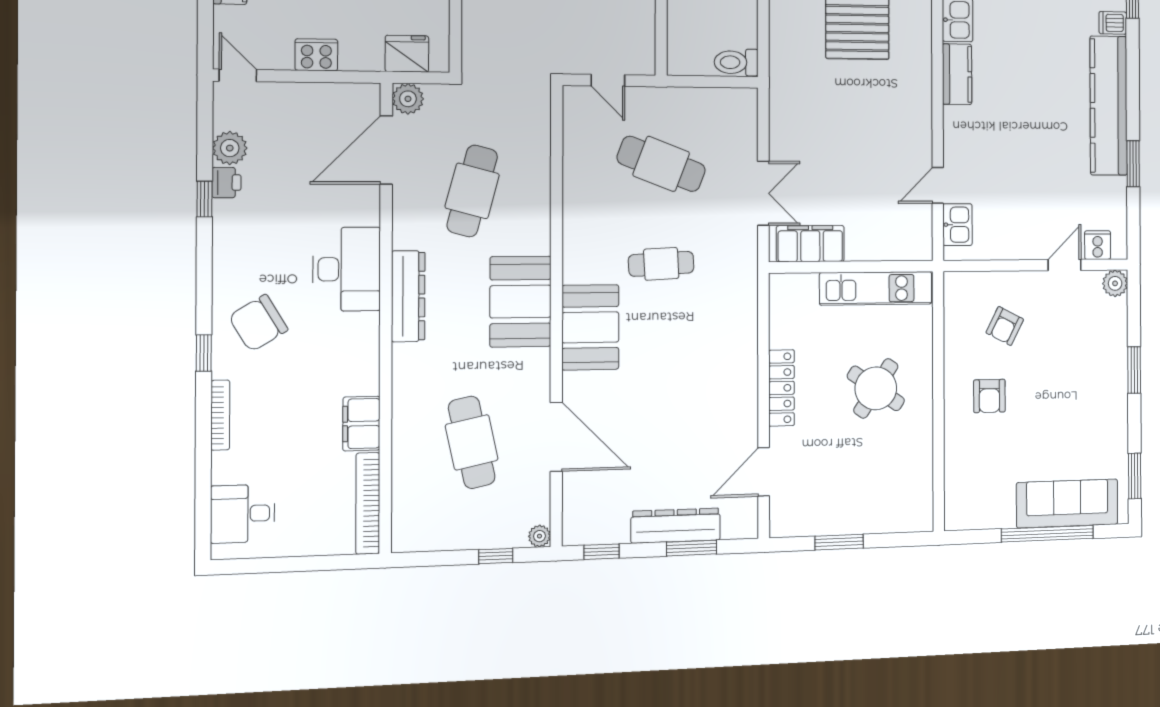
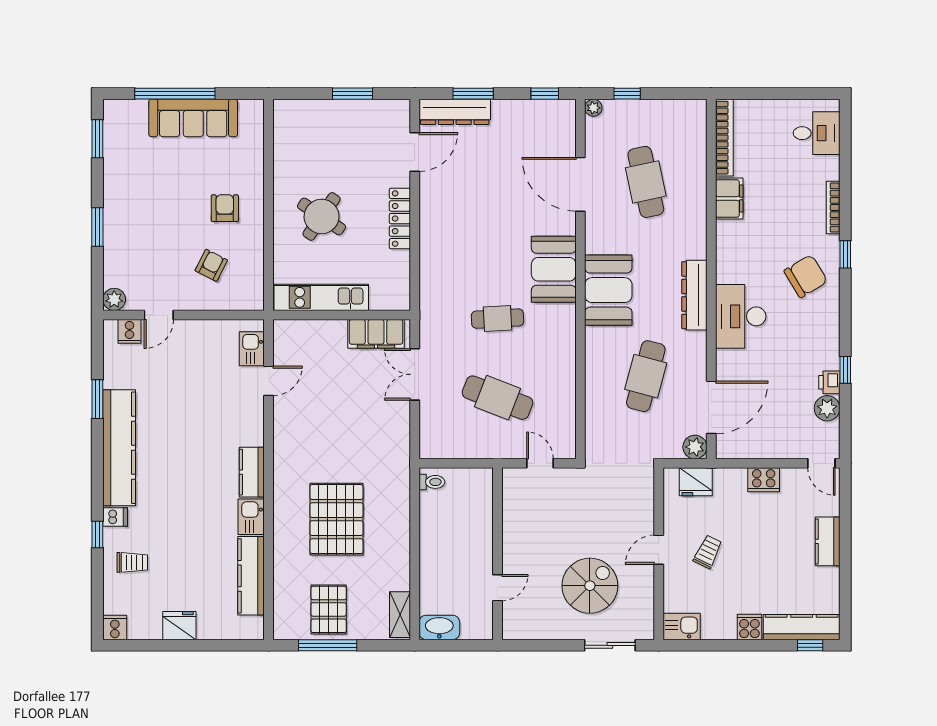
toilet: (736, 62) -> (432, 482), width x0.73, depth x0.72
sofa: (1067, 503) -> (193, 118), moved
dresser: (676, 526) -> (455, 112), moved

